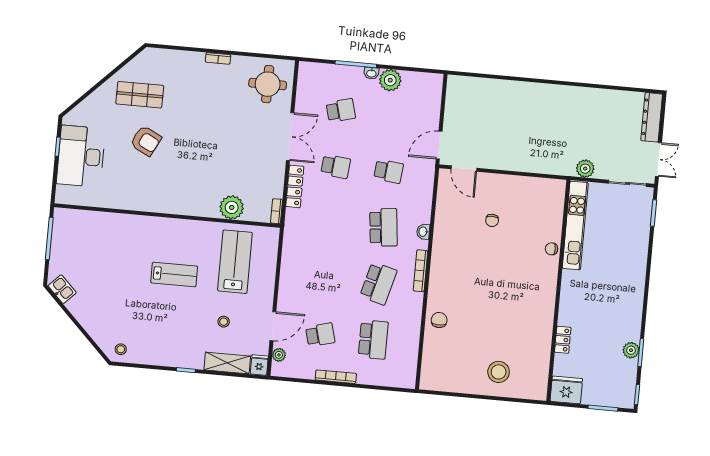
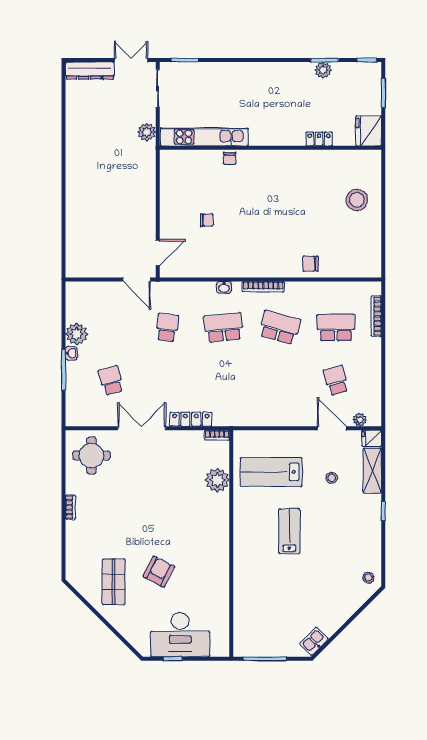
school desk: (336, 166) -> (167, 380), removed
bookcase: (336, 377) -> (376, 316), moved

